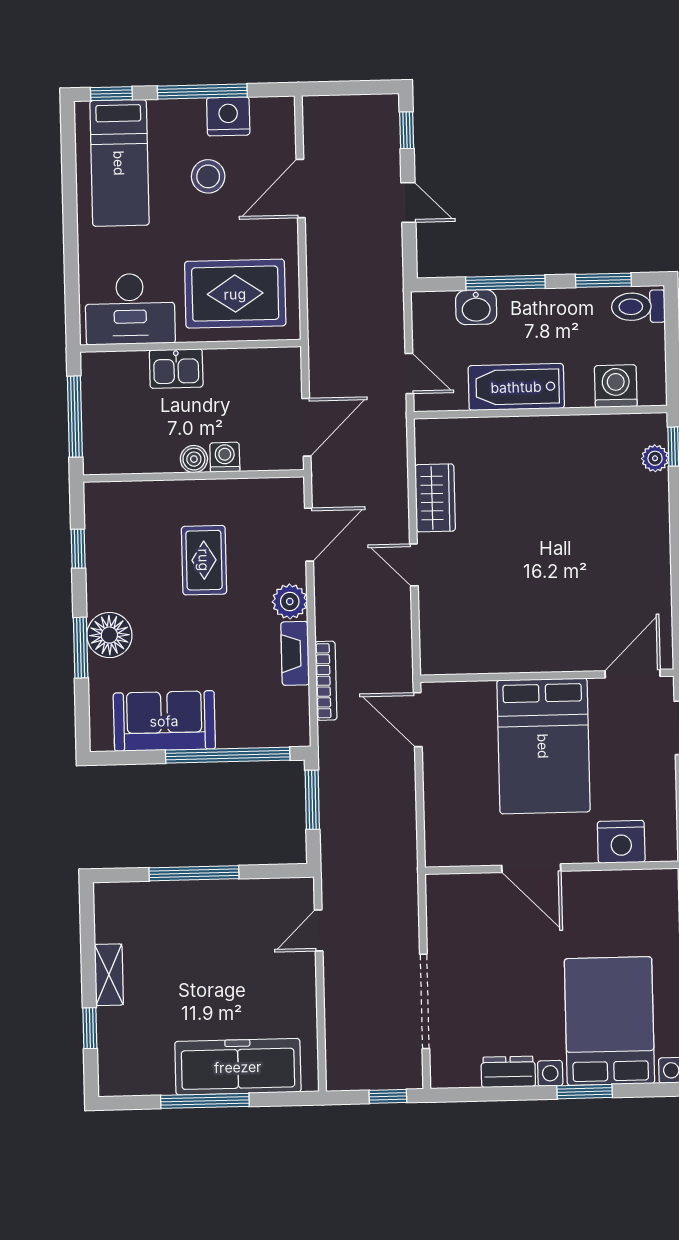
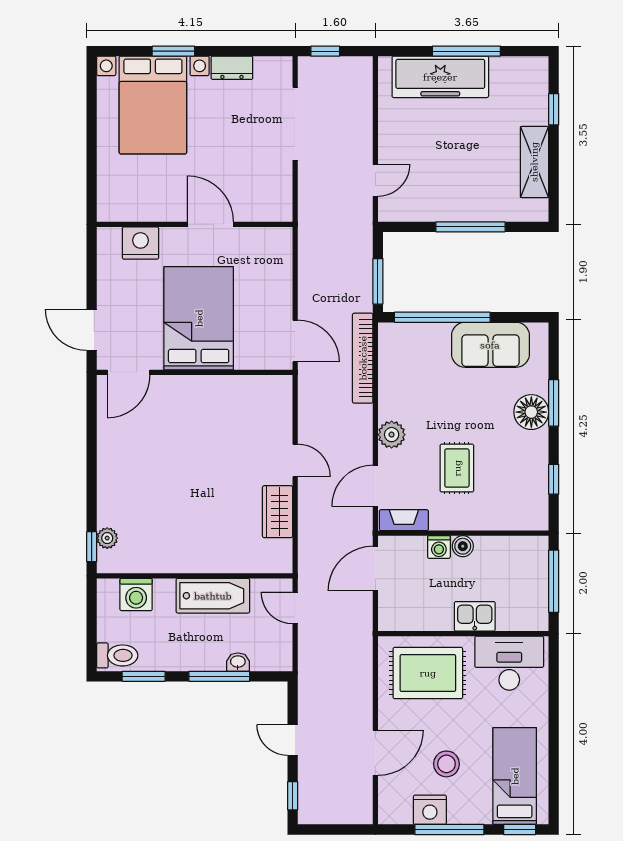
washbasin: (476, 307) -> (238, 662), width x0.72, depth x0.69
fireplace: (295, 653) -> (404, 520), moved, turned -90
bookcase: (326, 681) -> (363, 358), width x1.48, depth x1.31
shelving: (109, 975) -> (534, 162), width x1.50, depth x1.33

